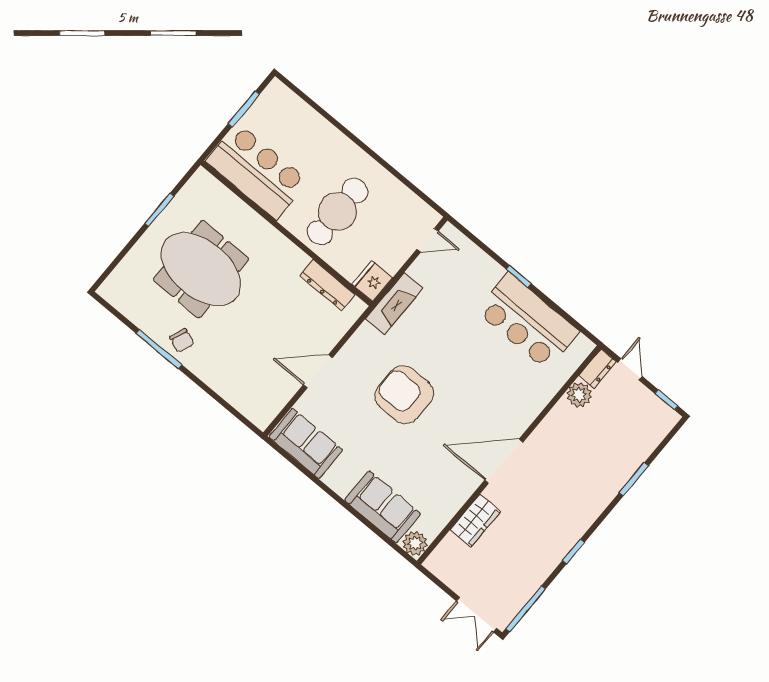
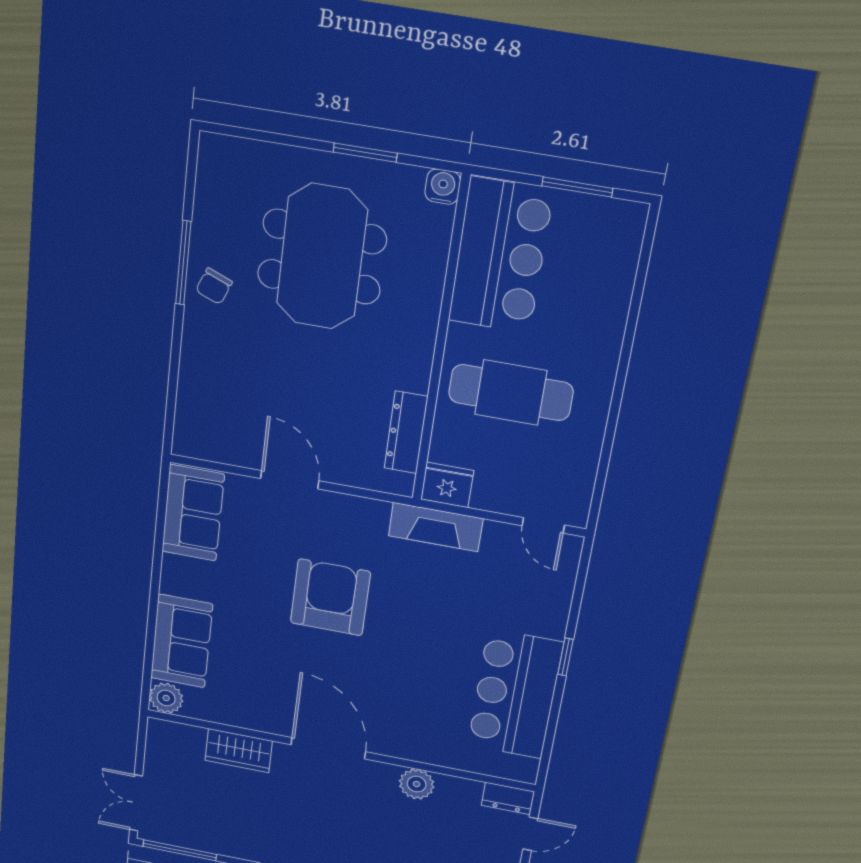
water cooler: (202, 180) -> (443, 187), added
plant: (579, 395) -> (417, 784), moved

